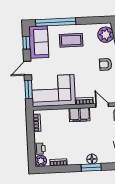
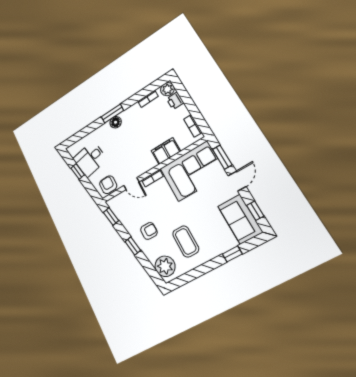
window: (56, 22) -> (232, 254), width x0.32
coffee table: (71, 40) -> (186, 241), moved, turned 90
filing cabinet: (80, 115) -> (166, 151), moved

